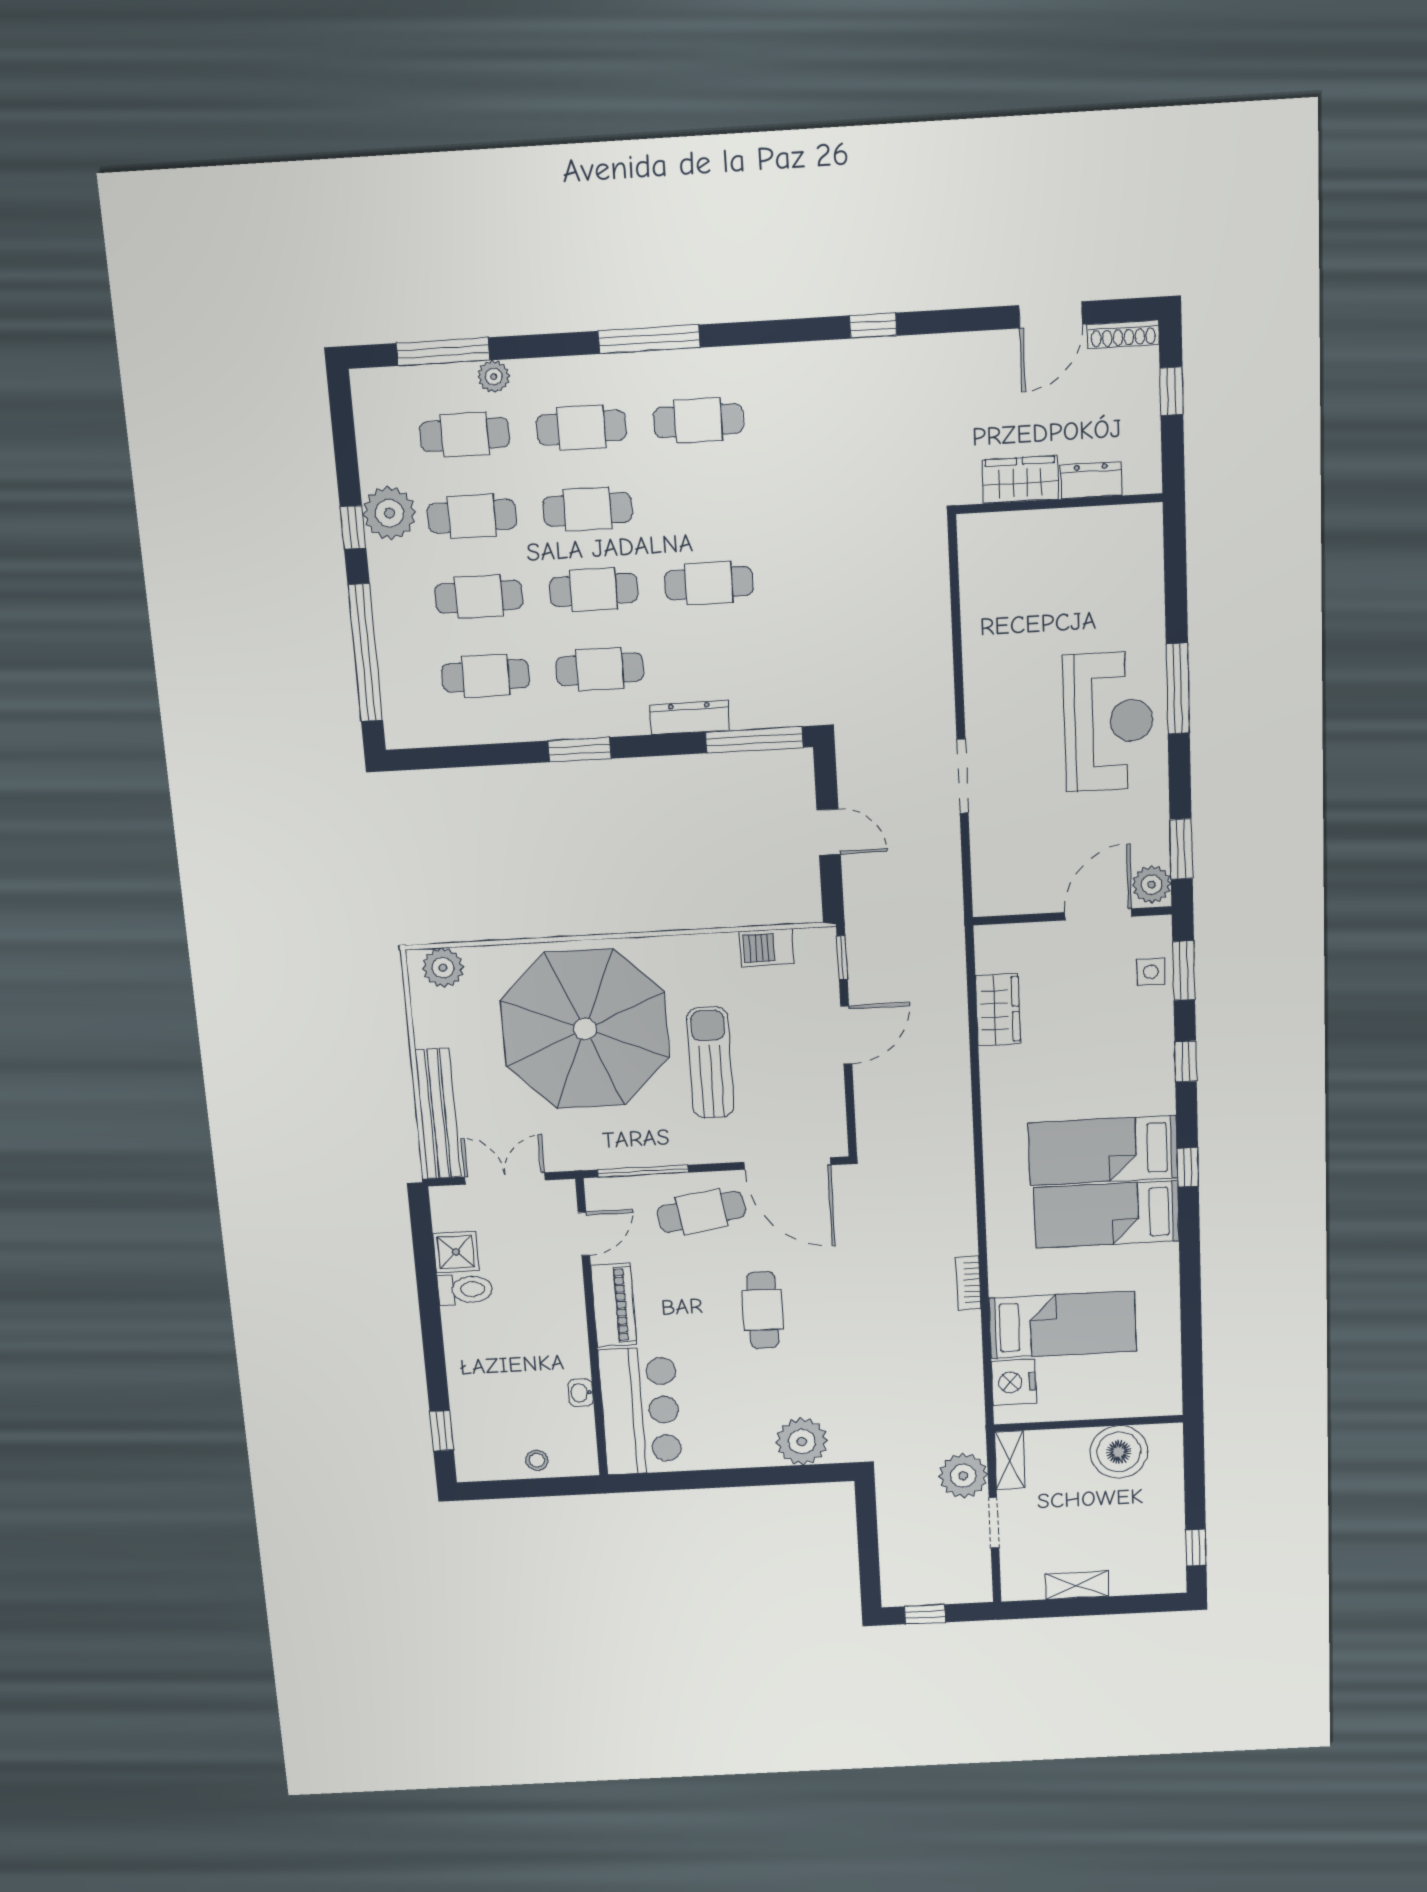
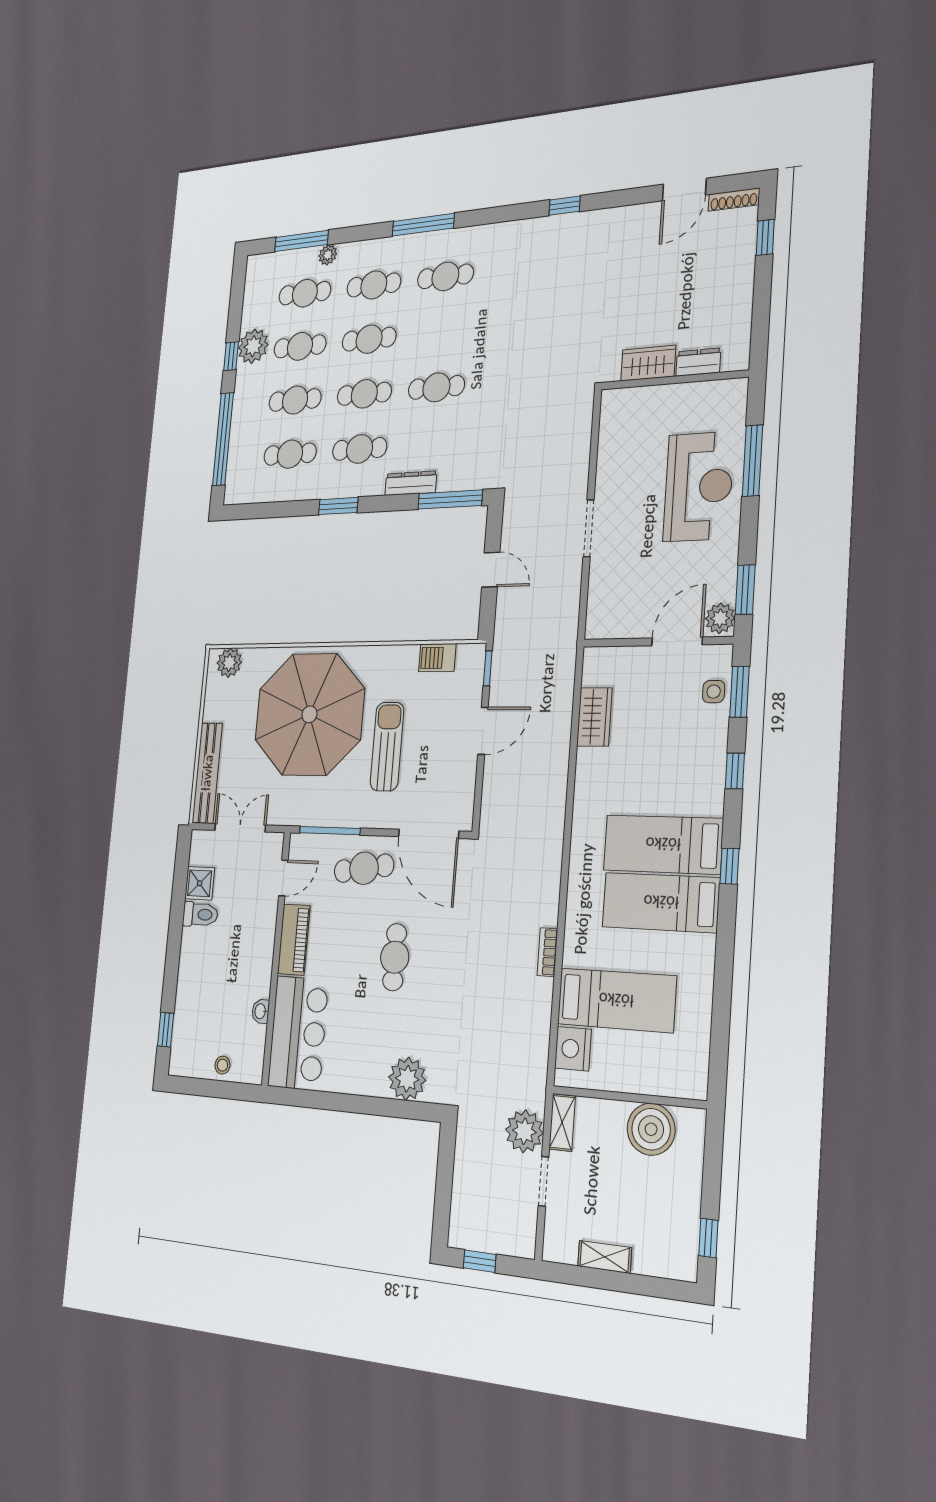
wardrobe: (1020, 480) -> (648, 363), moved
dresser: (1091, 480) -> (698, 362), moved
wall: (1059, 504) -> (674, 380), moved

